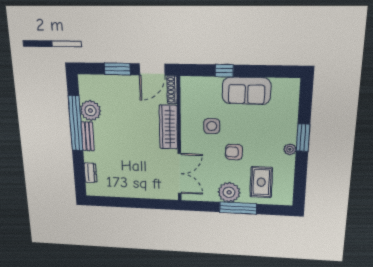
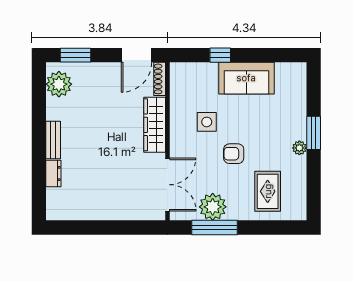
window: (117, 69) -> (76, 55), moved
plant: (90, 111) -> (59, 84), moved
window: (76, 123) -> (39, 124), removed
dresser: (90, 173) -> (53, 174), moved
plant: (229, 192) -> (213, 207), moved
window: (238, 208) -> (215, 228), moved

